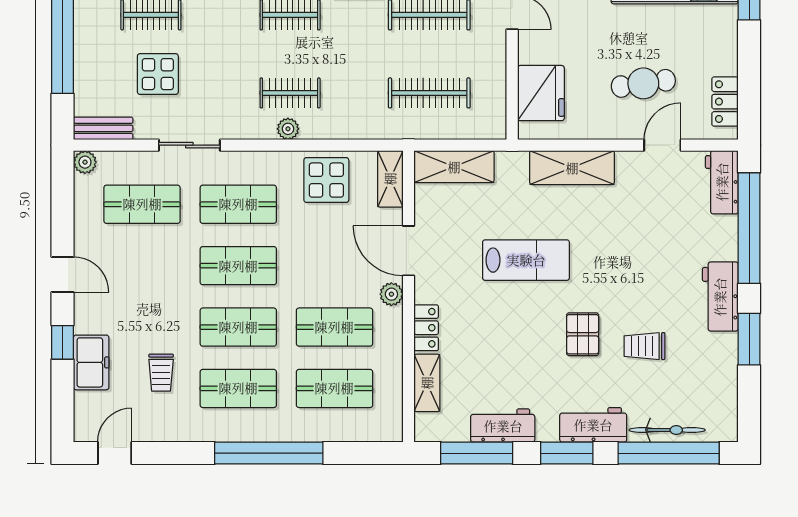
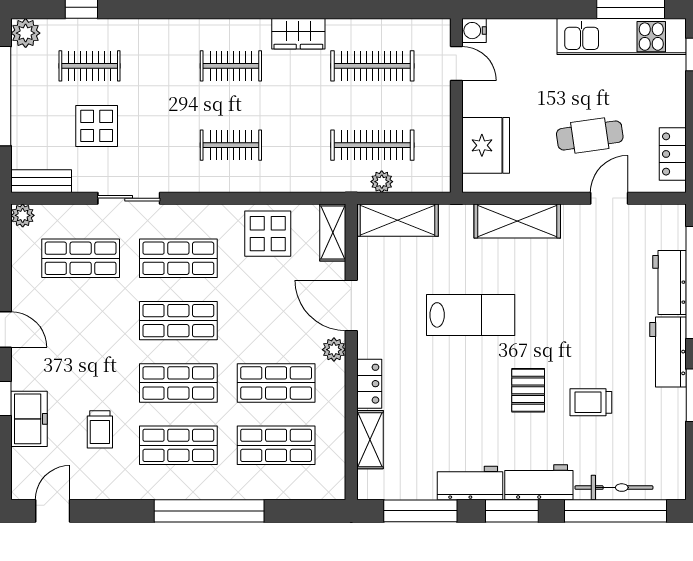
plant: (288, 129) -> (382, 182), moved
workbench: (722, 182) -> (669, 282), moved
workbench: (503, 426) -> (470, 483), moved

